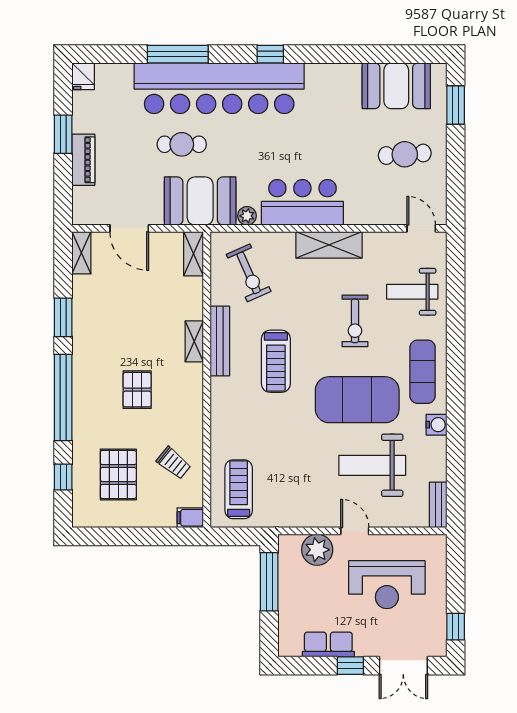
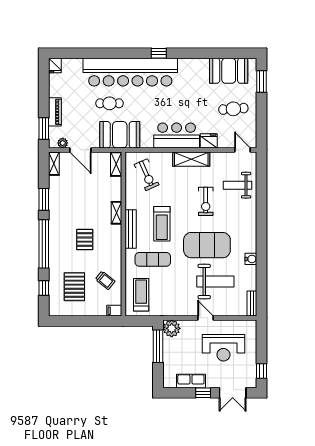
window: (178, 54) -> (107, 53), removed
window: (63, 134) -> (44, 129), moved
fridge: (360, 212) -> (209, 141), added
plant: (247, 216) -> (63, 143), moved
bench: (220, 341) -> (131, 229), moved
exercise mat: (423, 372) -> (153, 259), moved, turned 90
weight bench: (372, 465) -> (215, 282), turned 180
plant: (317, 550) -> (172, 328), moved

